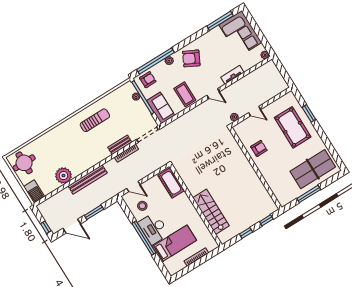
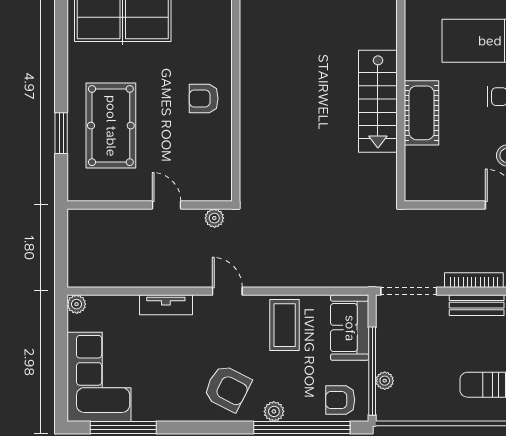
armchair: (259, 148) -> (204, 99), moved
cot: (171, 183) -> (422, 113), moved
stairs: (211, 212) -> (378, 101), moved

